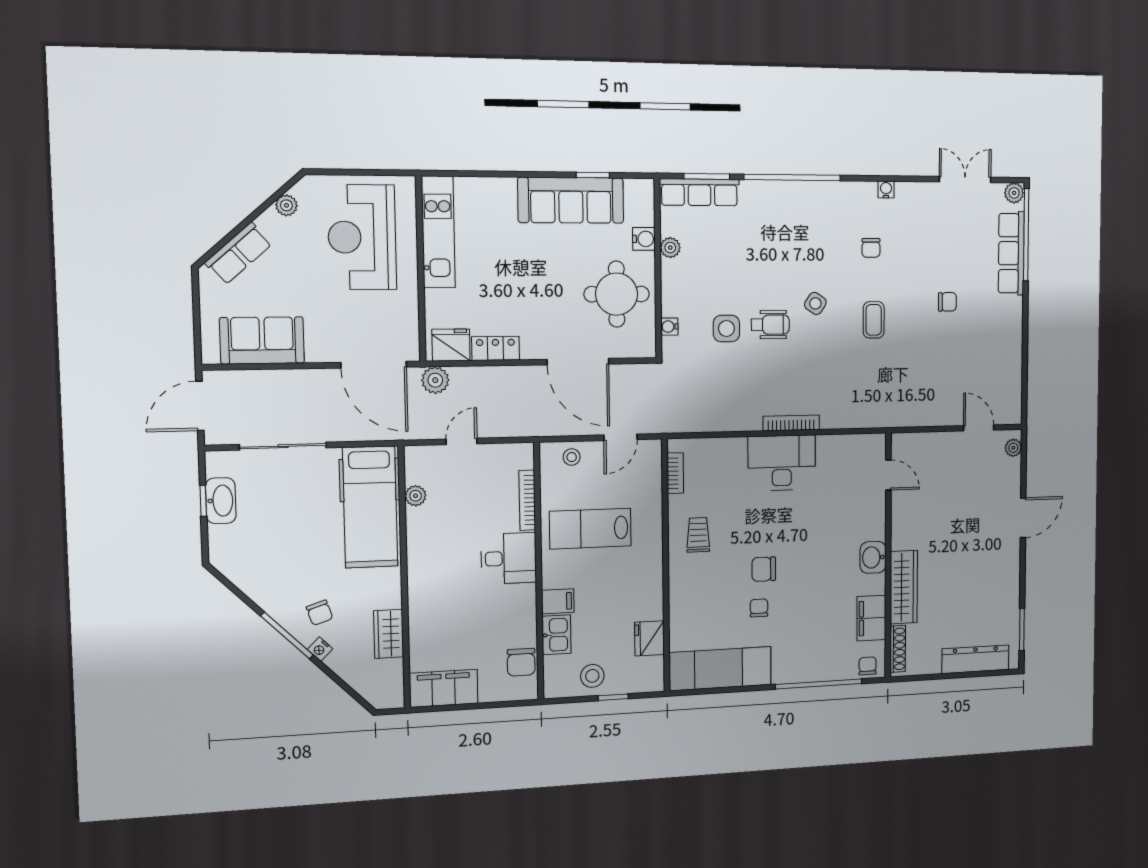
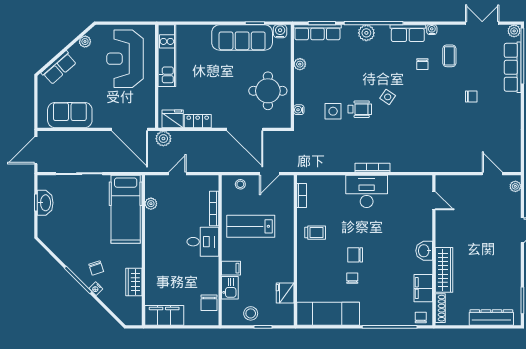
plant: (781, 194) -> (366, 33), added
row of seats: (848, 195) -> (408, 33), added
water cooler: (644, 239) -> (280, 31), moved, turned -90
coffee table: (874, 320) -> (449, 56), moved
trolley: (698, 535) -> (315, 233), turned 90

